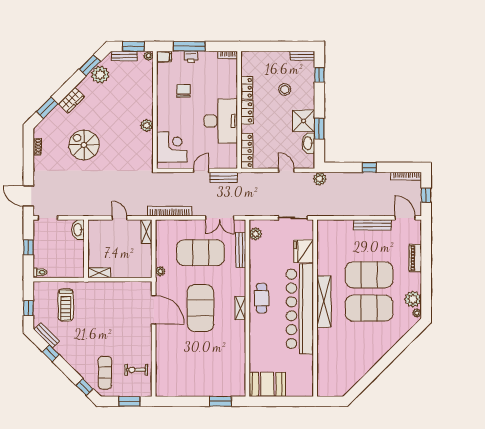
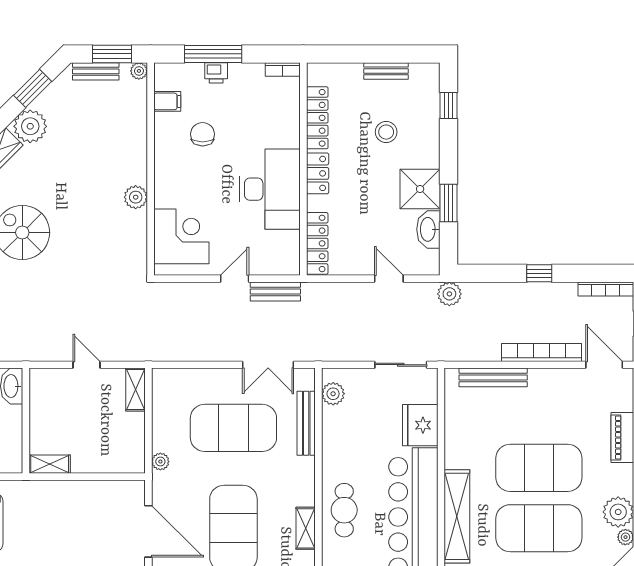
bench: (302, 56) -> (386, 71), moved
filing cabinet: (164, 57) -> (167, 101), moved
plant: (100, 75) -> (30, 126), moved
locker: (247, 88) -> (317, 118), width x1.53
bookcase: (170, 211) -> (542, 352), moved
bench: (372, 225) -> (493, 377), moved

